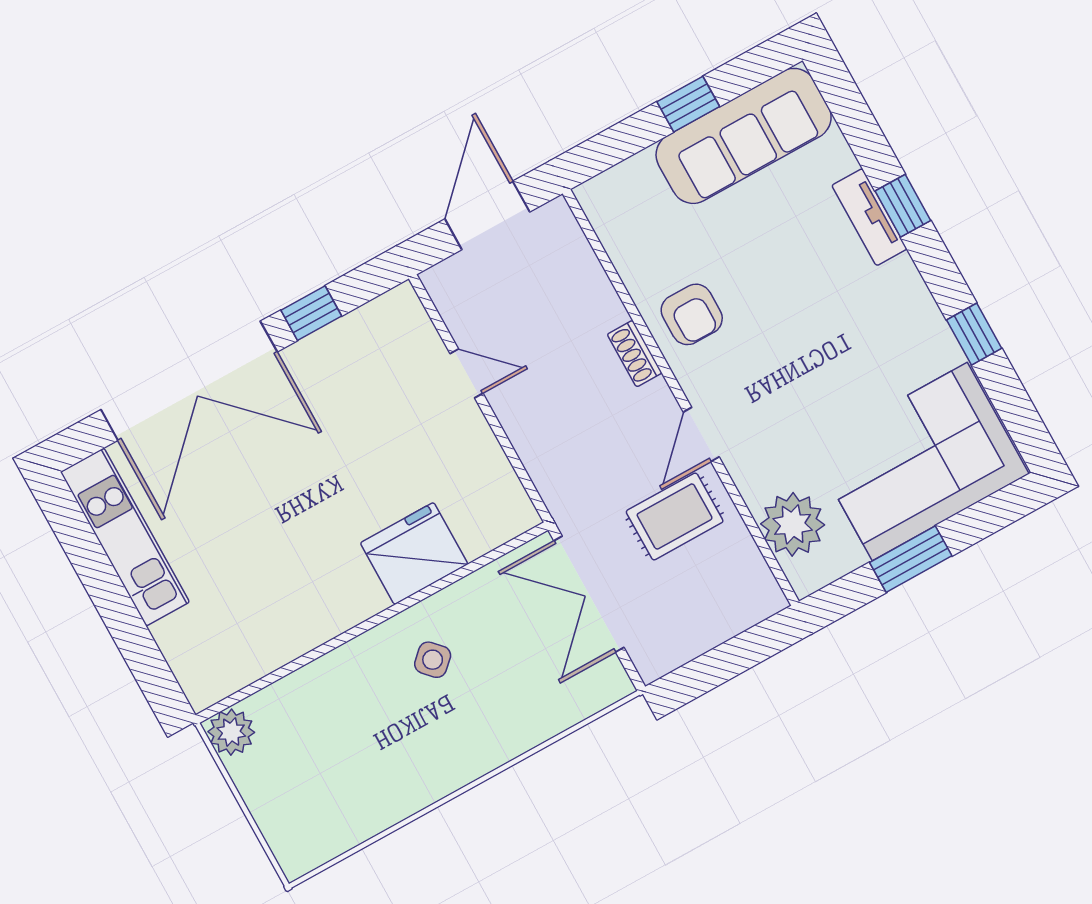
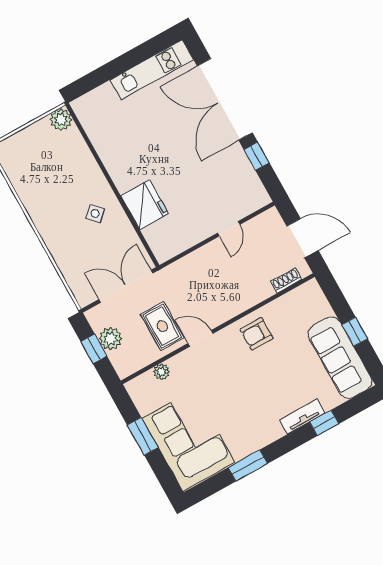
window: (903, 206) -> (324, 423), moved
window: (974, 334) -> (248, 466), width x1.50
shoe rack: (635, 354) -> (286, 280), moved
plant: (793, 524) -> (161, 372), width x0.53, depth x0.53
plant: (701, 627) -> (111, 339), added
window: (723, 663) -> (94, 349), added

